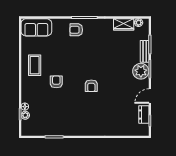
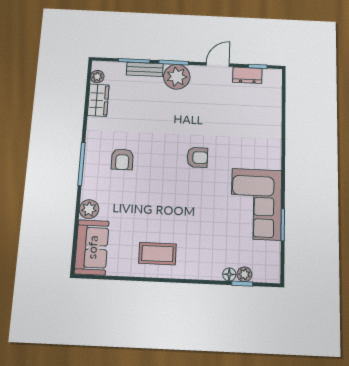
plant: (58, 24) -> (89, 209), added
armchair: (76, 30) -> (122, 159), moved
armchair: (56, 82) -> (188, 217), removed
door: (150, 96) -> (218, 65), swing flipped
corner sofa: (65, 121) -> (256, 204), added

